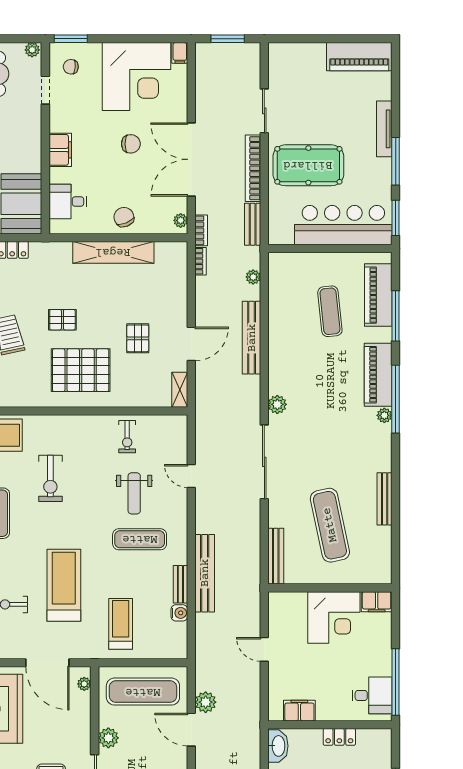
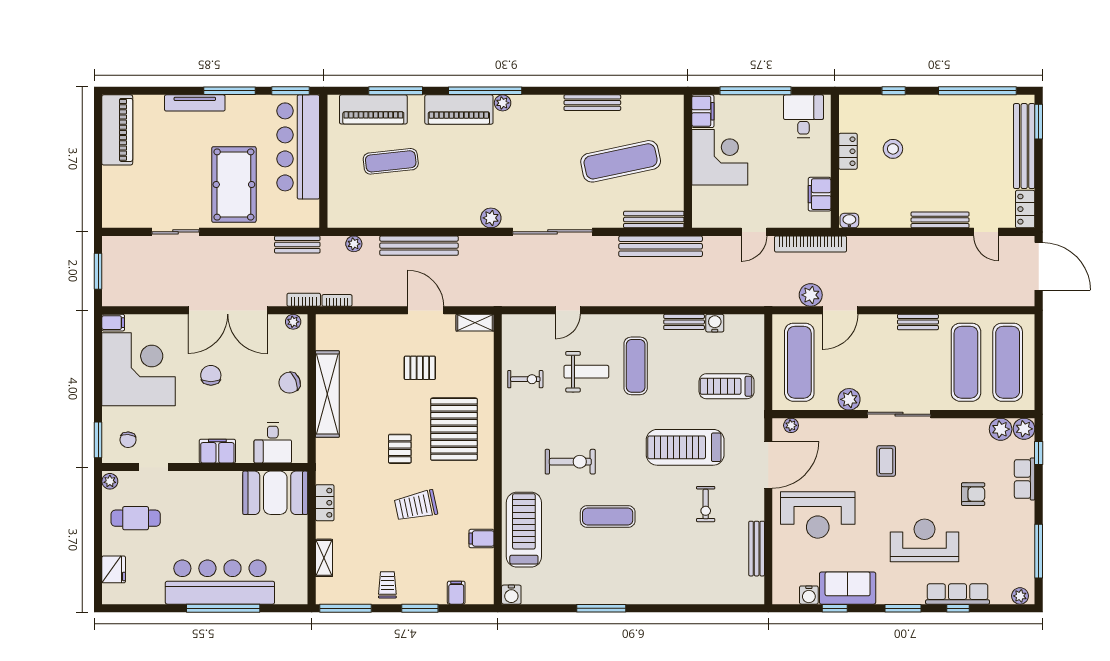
bookcase: (253, 168) -> (811, 244), moved
bench: (205, 573) -> (661, 246), moved
window: (396, 682) -> (755, 91), moved
washbasin: (278, 746) -> (849, 221), width x0.52, depth x0.69

